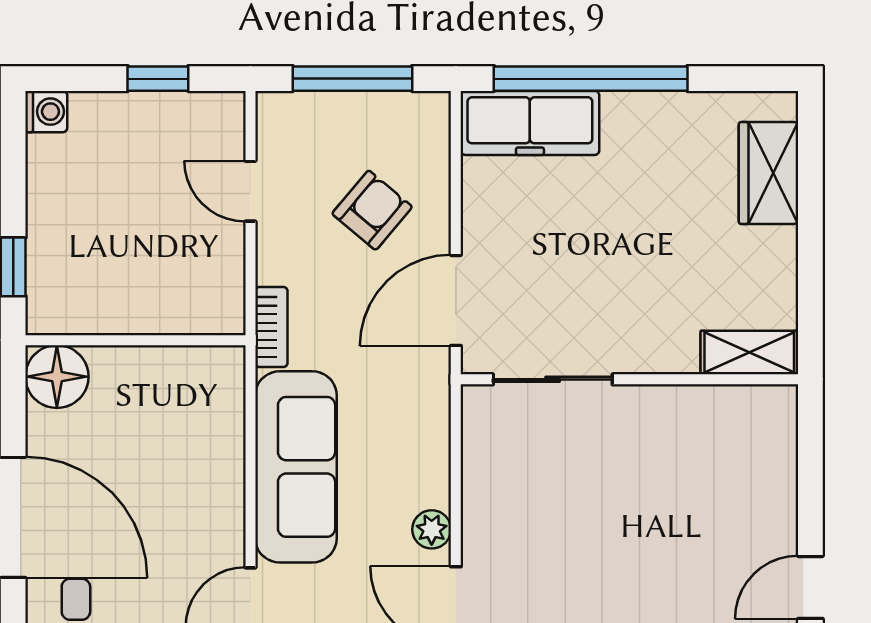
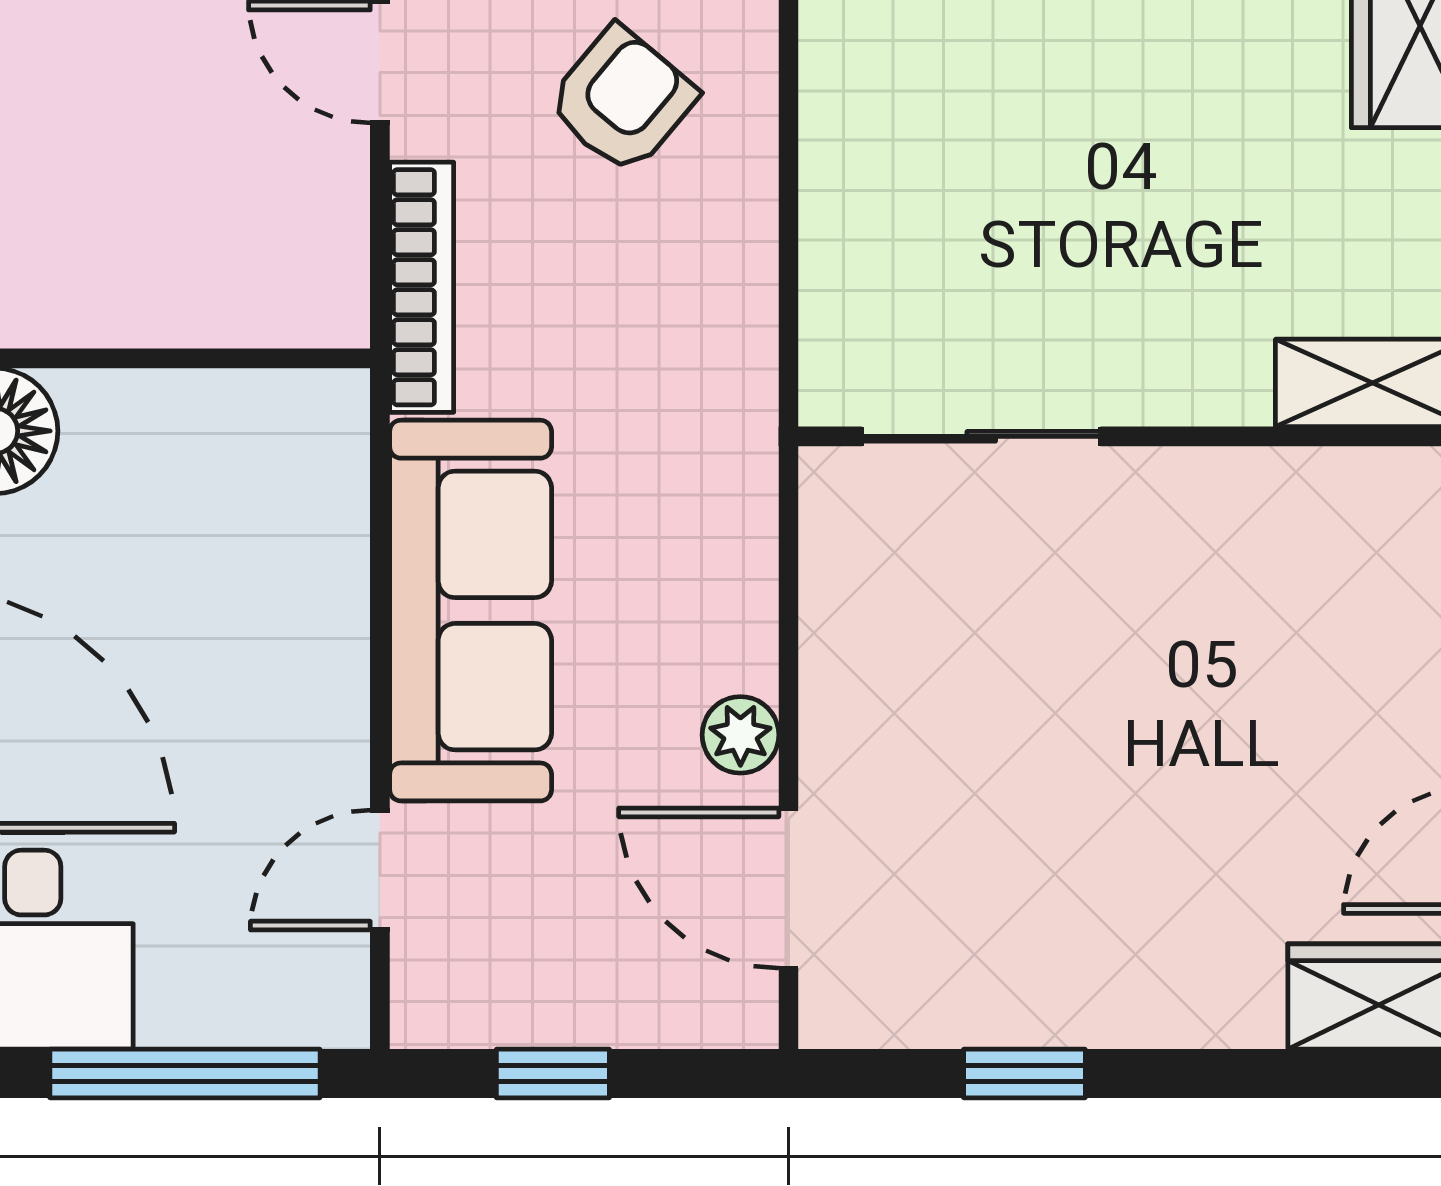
door: (456, 300) -> (789, 279), removed
bookcase: (271, 327) -> (422, 287), width x1.56

